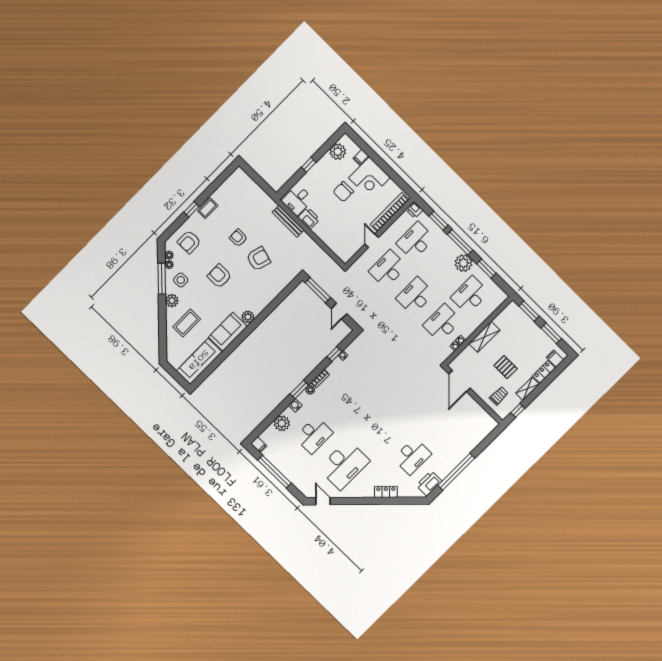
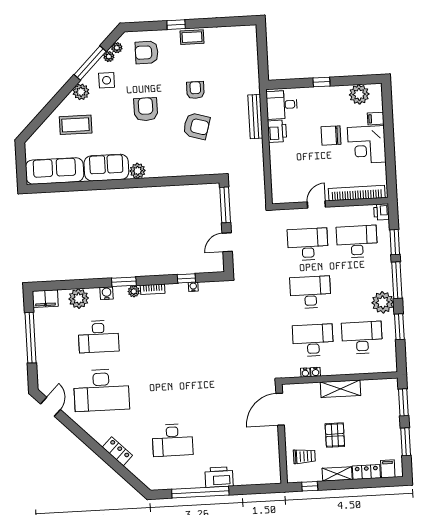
filing cabinet: (259, 445) -> (45, 299), width x2.00
printer: (429, 483) -> (219, 477), moved

